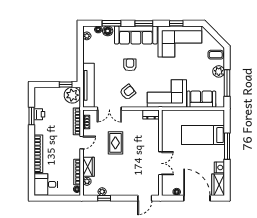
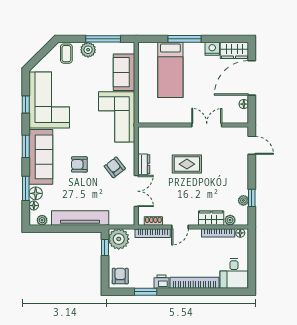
tv unit: (88, 85) -> (80, 218), moved
armchair: (44, 96) -> (120, 276), added
printer: (39, 114) -> (162, 282), moved
dresser: (151, 114) -> (144, 164), moved
door: (82, 143) -> (180, 227), swing flipped
rug: (115, 143) -> (187, 164), moved

